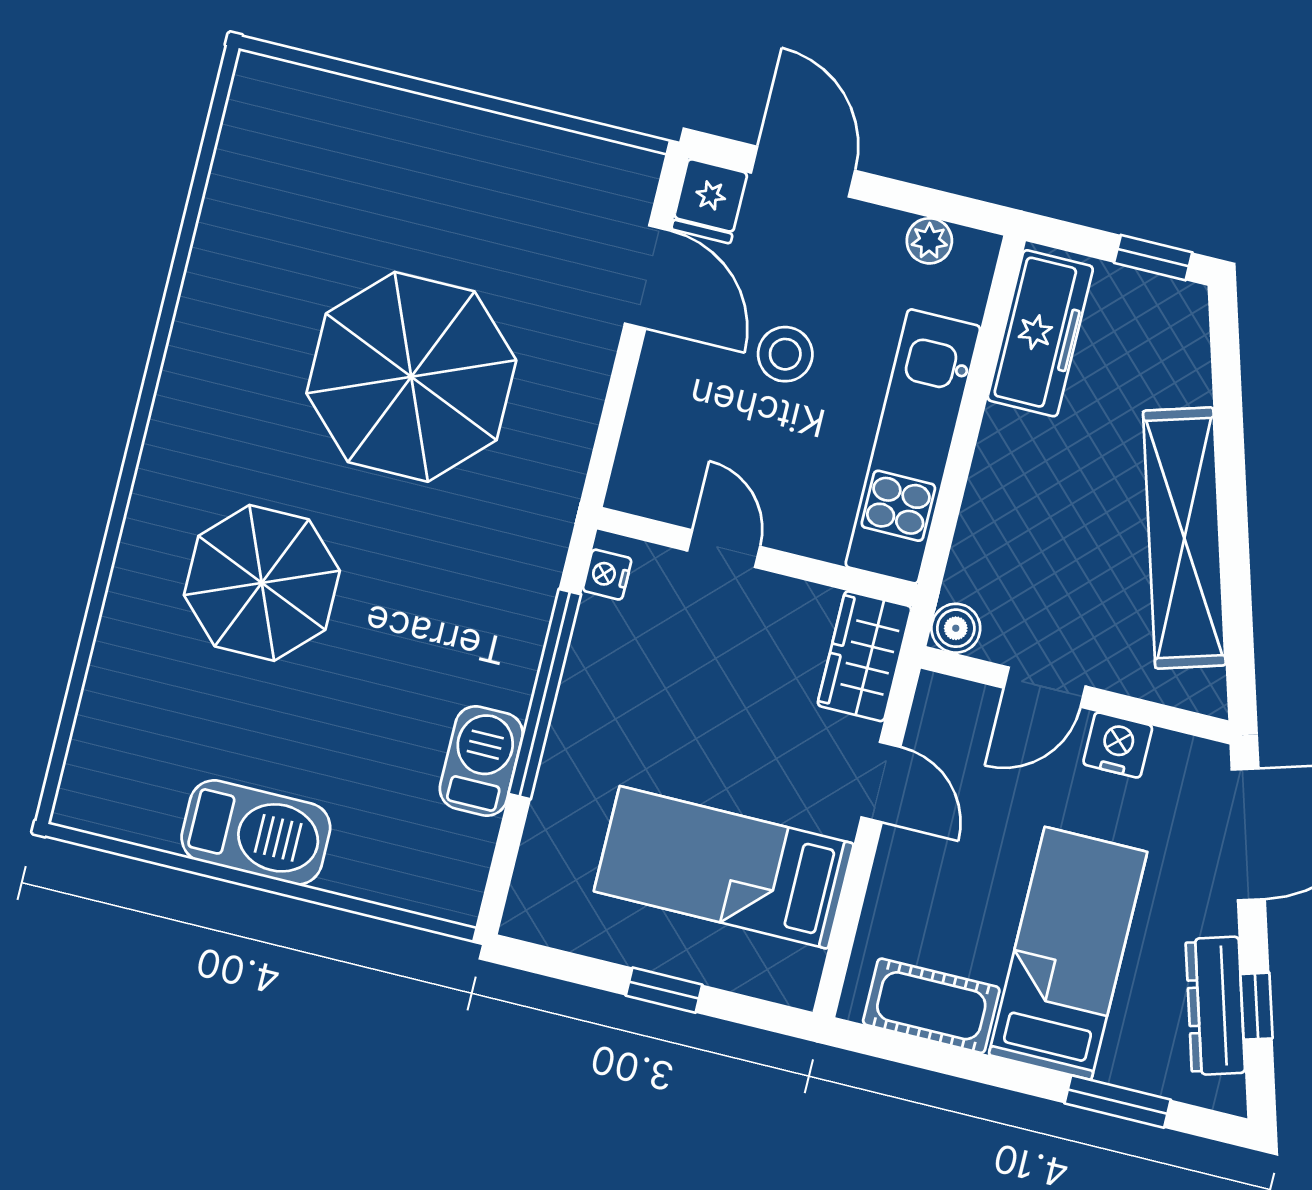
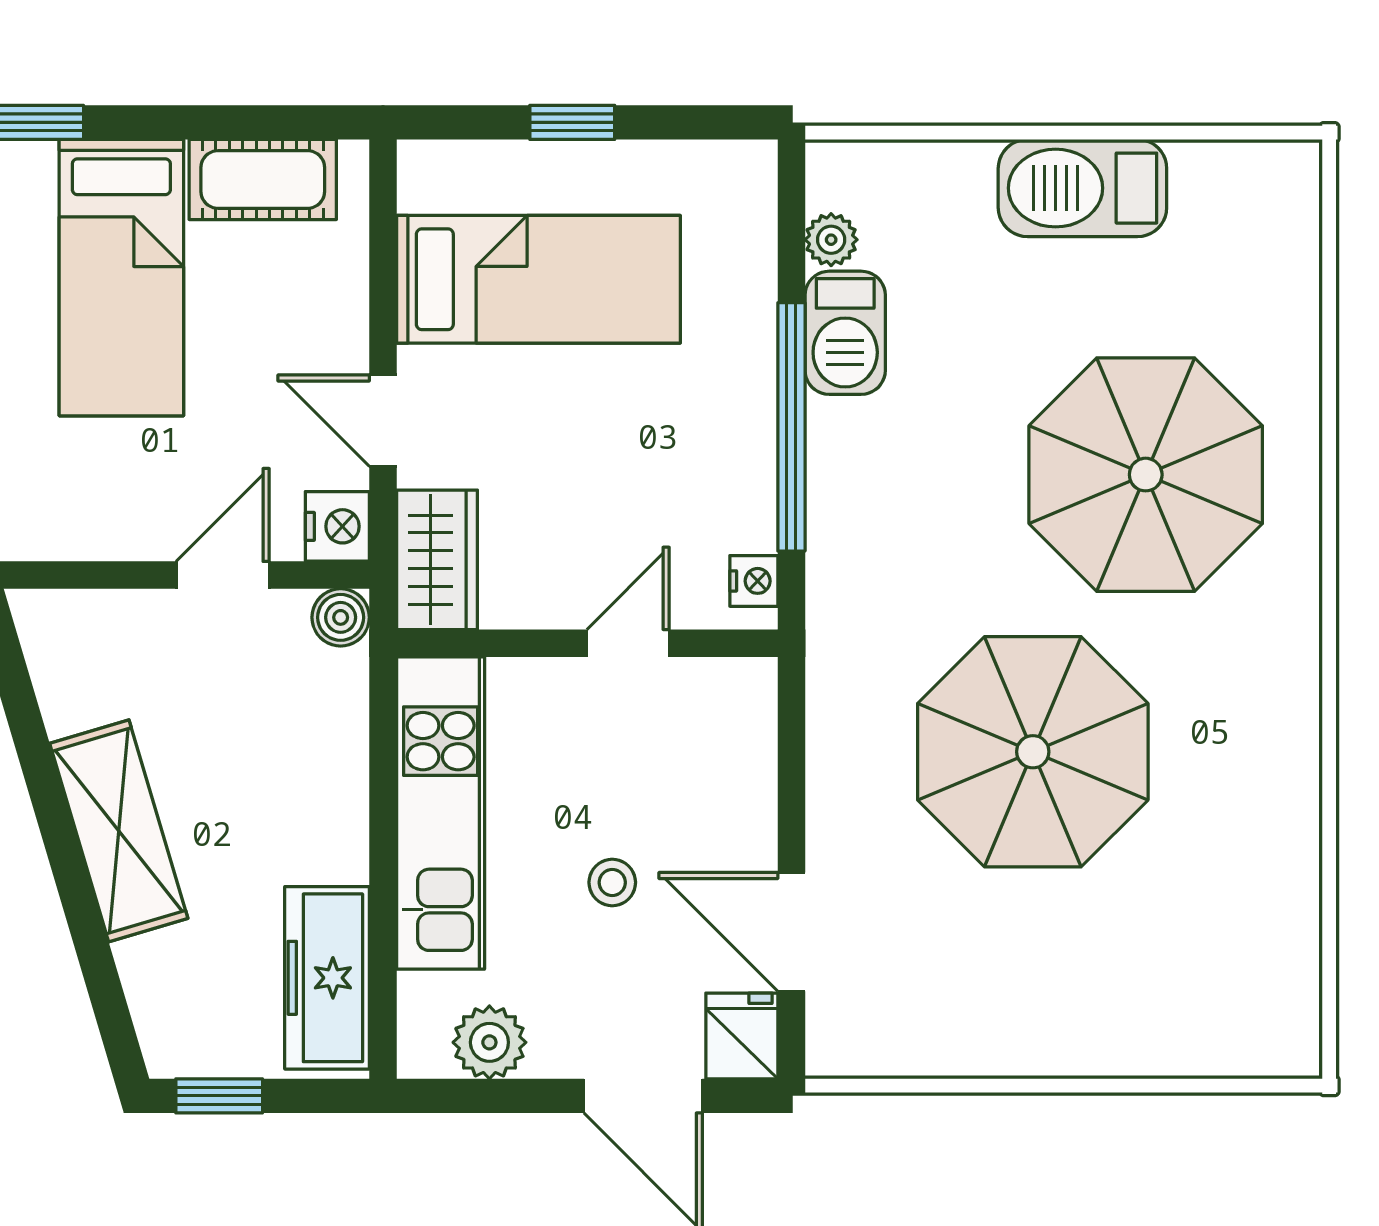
plant: (929, 241) -> (489, 1042), width x1.38, depth x1.38
stool: (785, 354) -> (612, 882), width x0.73, depth x0.73
shelving: (1184, 538) -> (119, 831), width x0.68
door: (724, 549) -> (628, 643), swing flipped
parasol: (262, 583) -> (1146, 475), width x1.36, depth x1.36
nightstand: (1118, 745) -> (337, 526), moved, turned -90
plant: (474, 841) -> (831, 240), added

